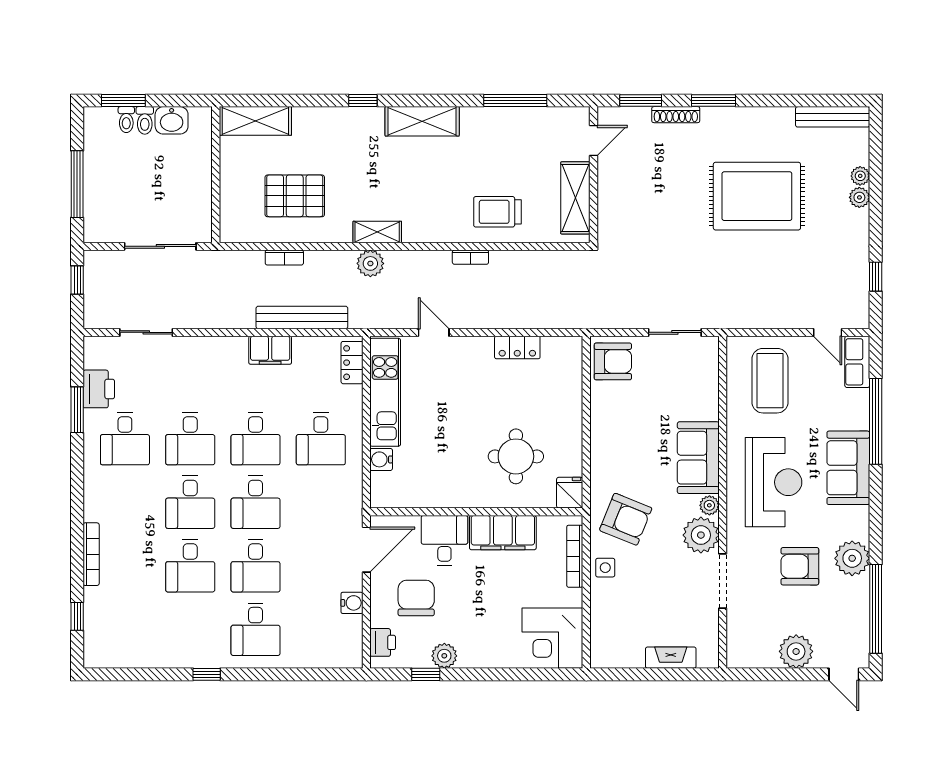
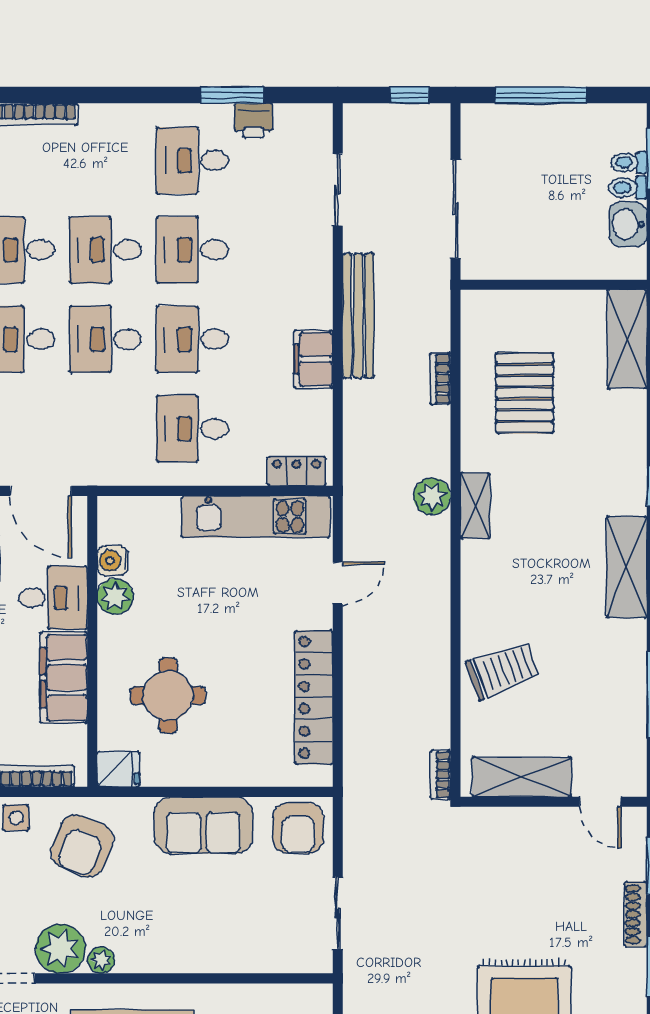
trolley: (497, 212) -> (503, 670), turned 70
bookcase: (470, 257) -> (441, 775), moved
bench: (302, 317) -> (358, 316), moved
locker: (517, 347) -> (314, 697), width x2.16, depth x1.21
printer: (99, 389) -> (253, 121), width x0.73, depth x0.81
sofa: (698, 458) -> (203, 825), moved, turned 180
water cooler: (381, 459) -> (112, 561), moved, turned -90
plant: (443, 495) -> (115, 596), added

